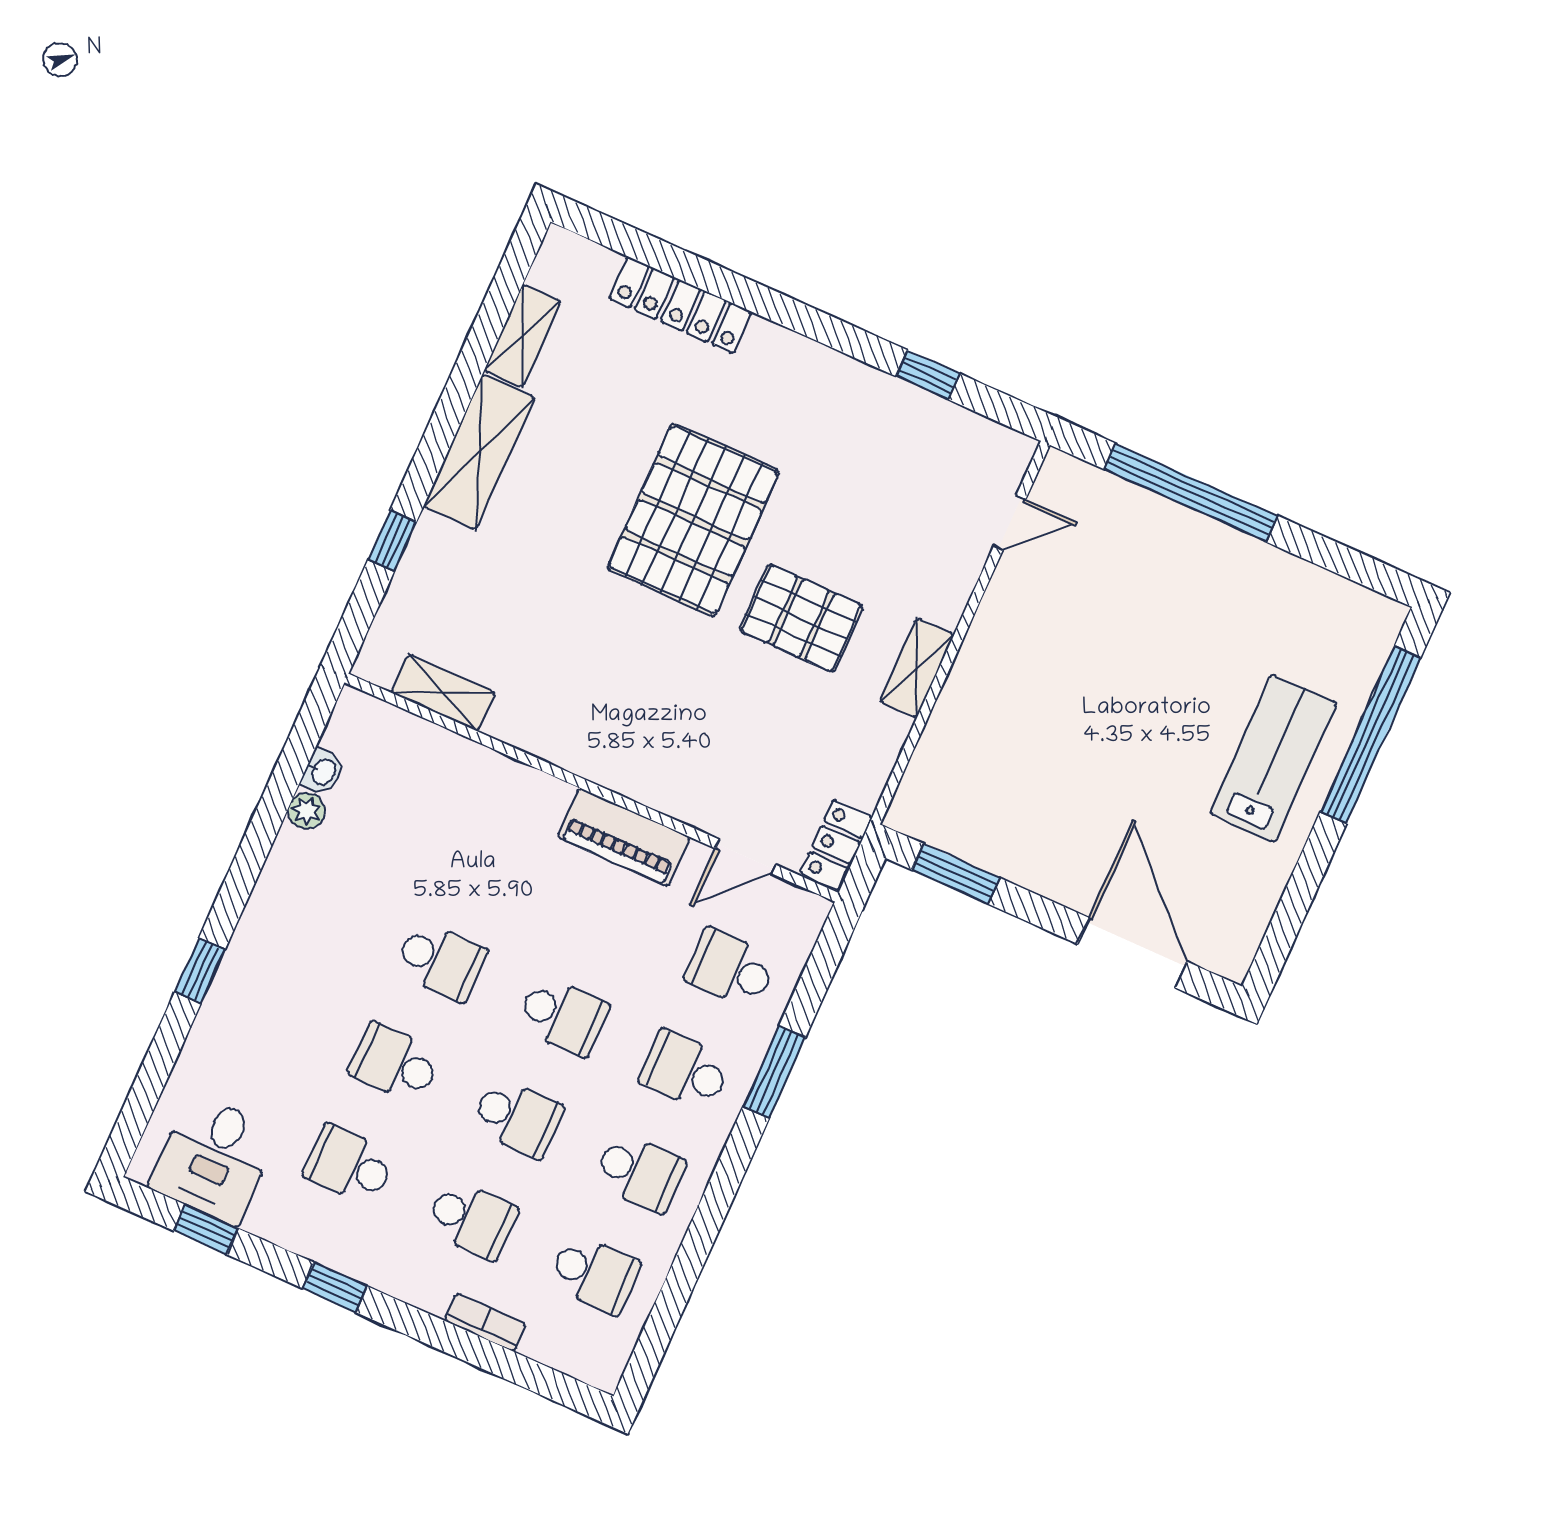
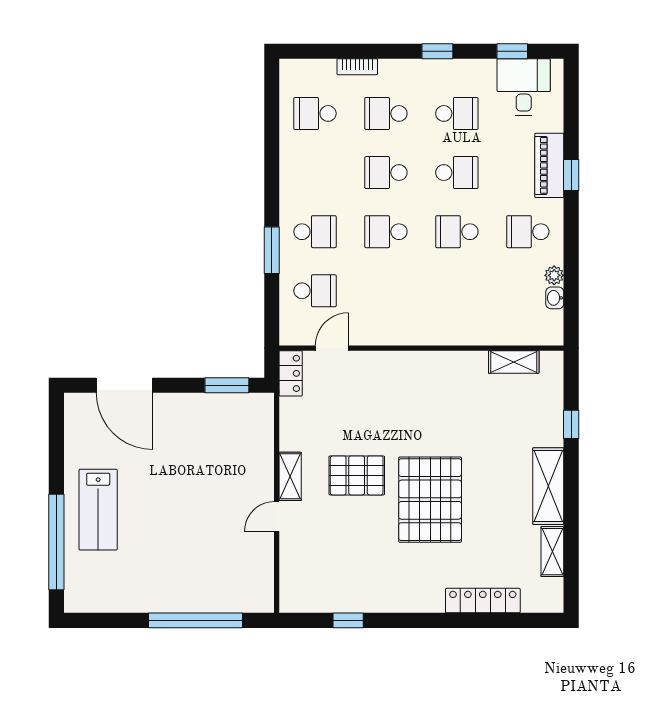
door: (1010, 523) -> (277, 517), moved
piano: (624, 837) -> (549, 165), moved, turned -90
school desk: (640, 1172) -> (528, 232), moved

